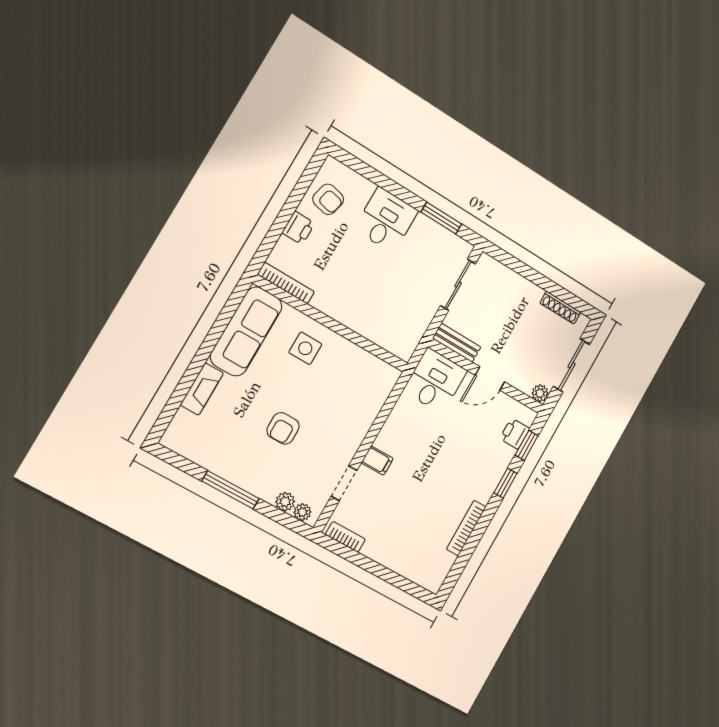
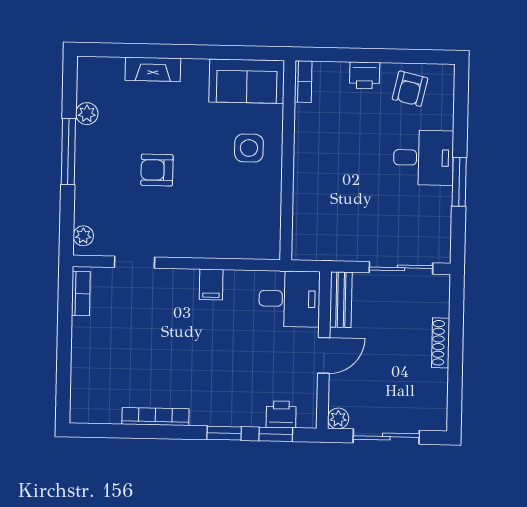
window: (441, 218) -> (459, 182), moved
bookcase: (286, 283) -> (303, 82), width x0.64
shoe rack: (560, 308) -> (441, 343), moved
sofa: (246, 331) -> (247, 81), width x0.73
door: (490, 378) -> (324, 355), swing flipped
filing cabinet: (377, 461) -> (211, 284), moved
plant: (285, 502) -> (87, 114), moved

